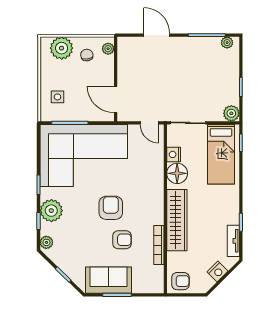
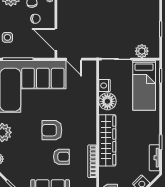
chair: (91, 75) -> (35, 19), added
plant: (231, 113) -> (142, 51), moved
door: (149, 123) -> (74, 59), moved
armchair: (111, 208) -> (52, 130), turned -90

